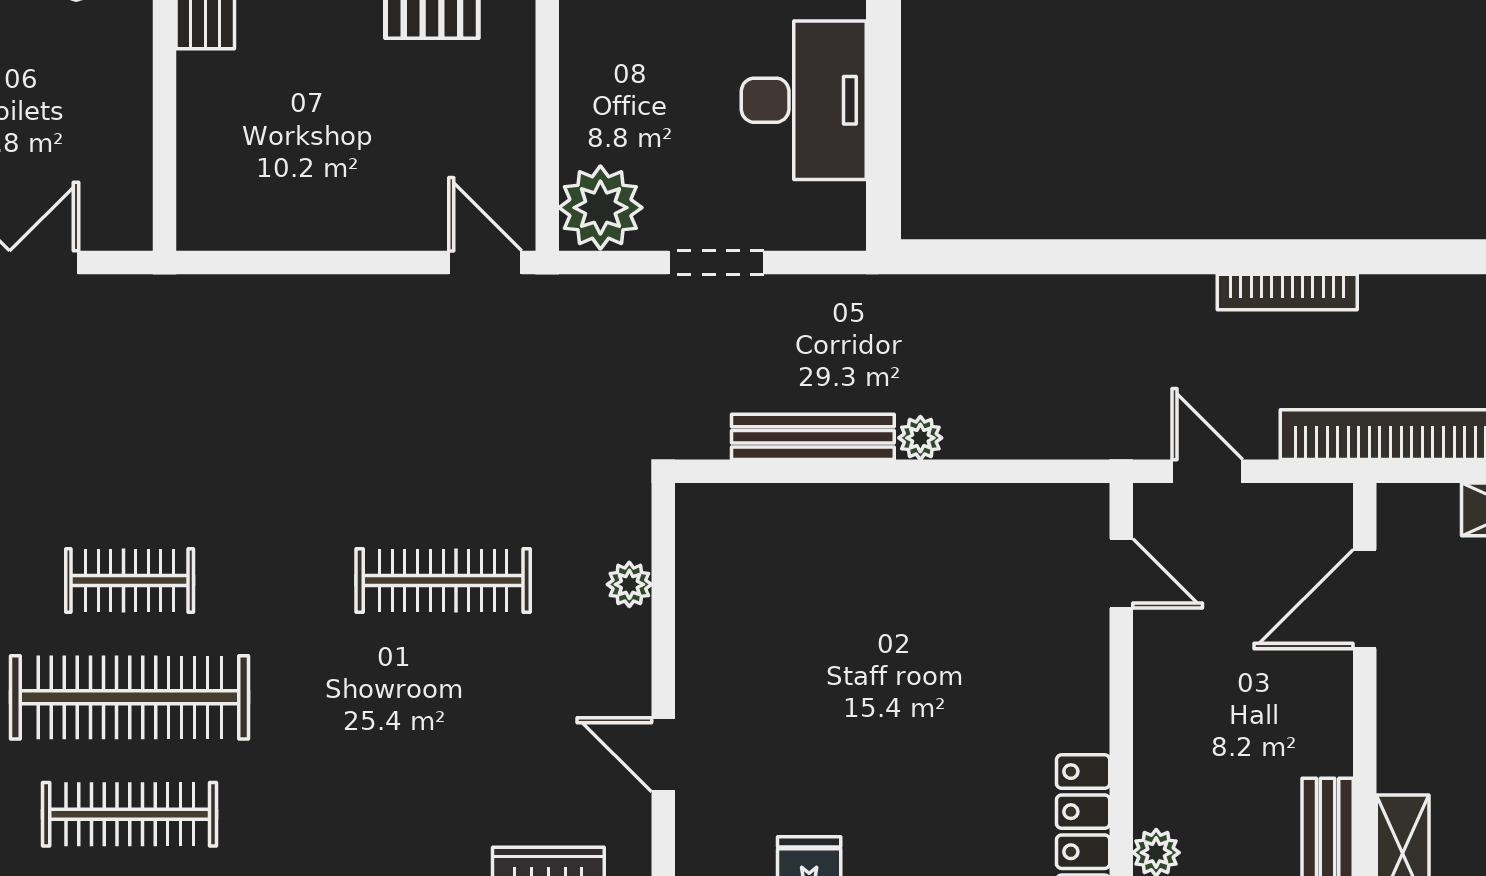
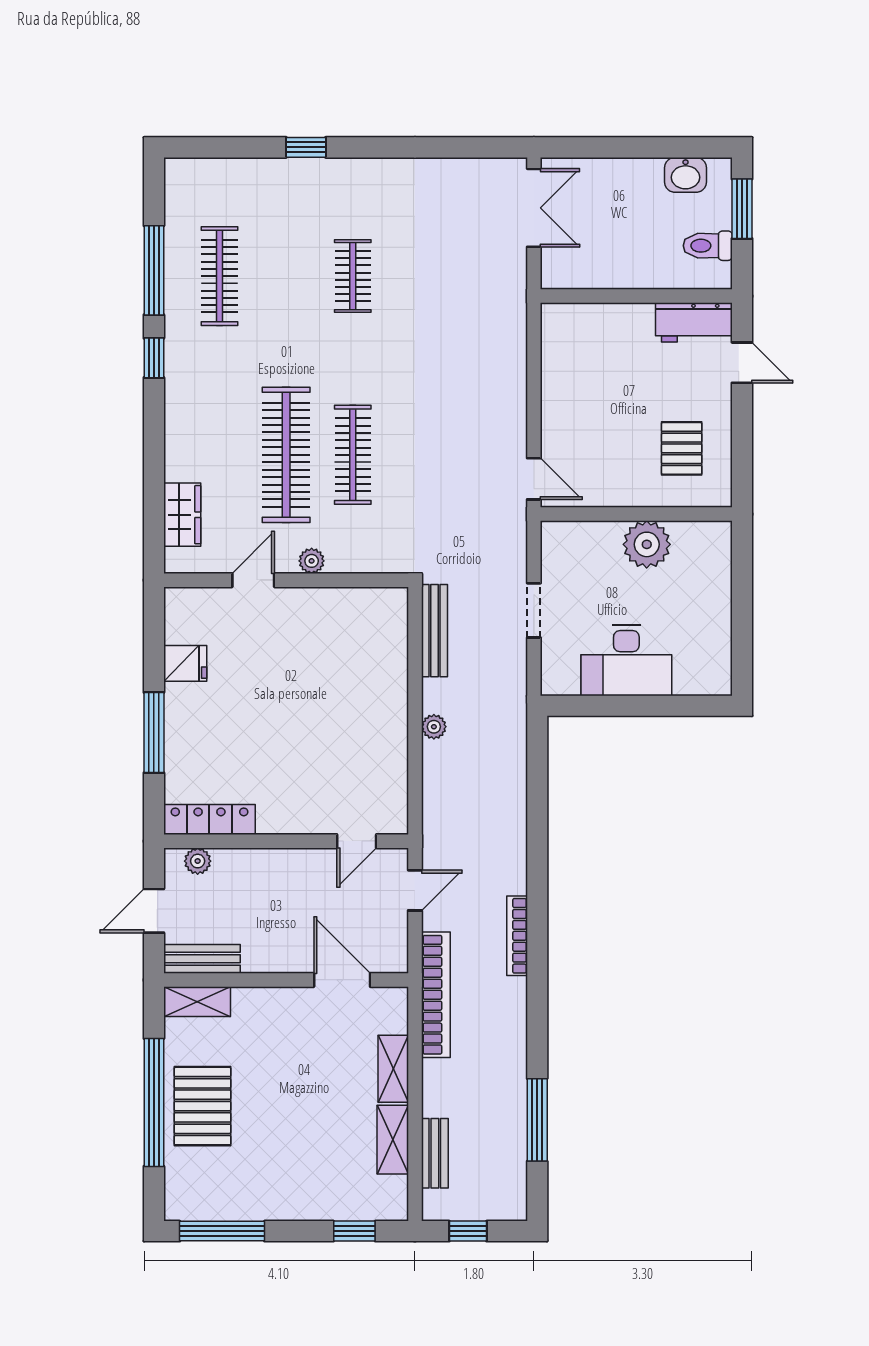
plant: (600, 208) -> (647, 544), moved
door: (485, 262) -> (534, 479), hinge flipped
bench: (813, 437) -> (435, 631), moved
plant: (629, 584) -> (312, 561), moved
clothes rail: (130, 697) -> (286, 455), moved

